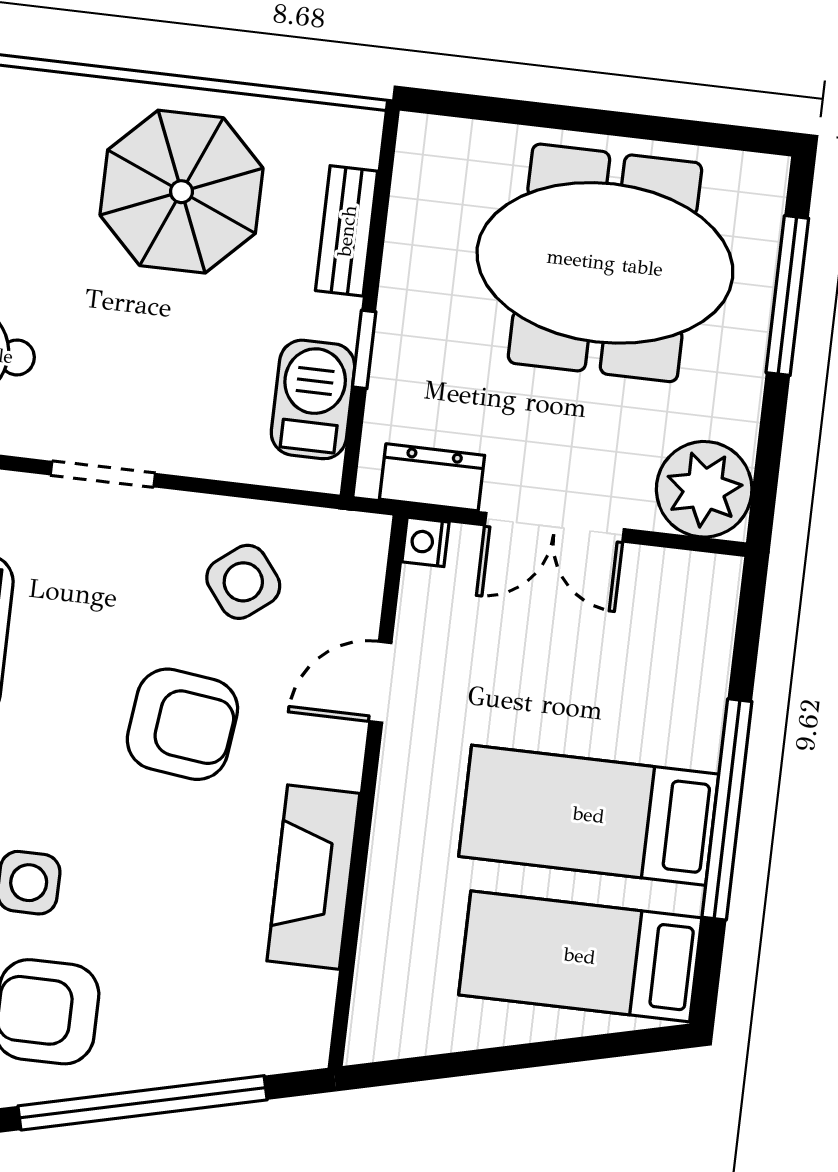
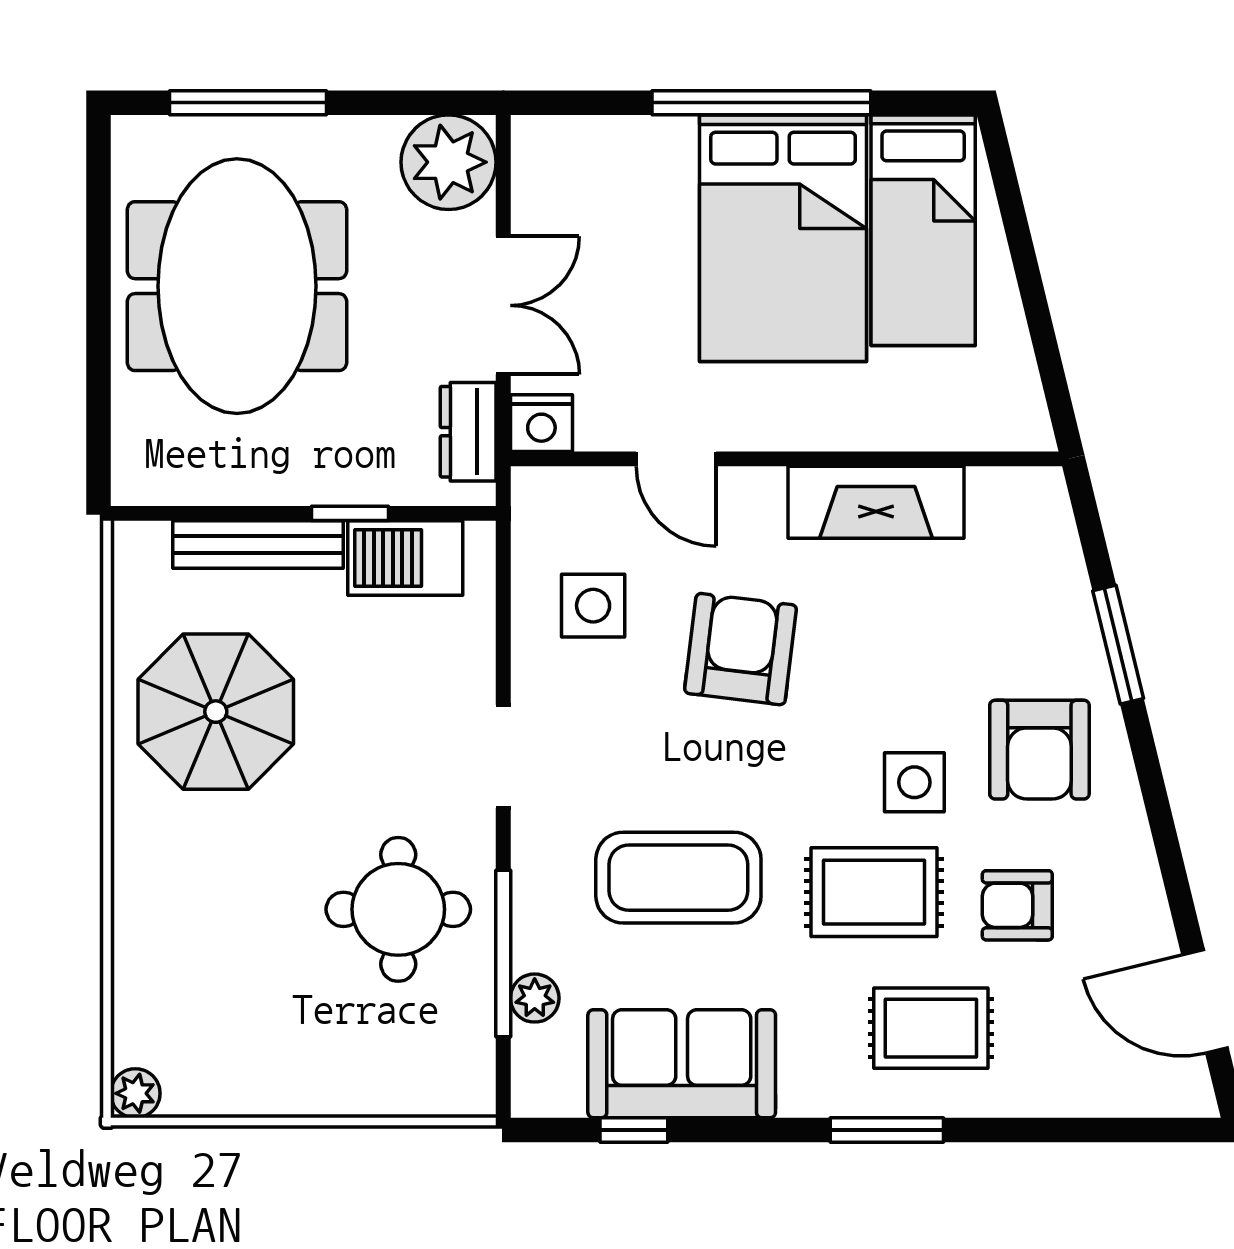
bench: (347, 231) -> (258, 544), width x1.36
nightstand: (426, 542) -> (541, 423), width x1.39, depth x1.35
side table: (243, 582) -> (593, 606), turned 38
bed: (589, 815) -> (783, 238), width x1.50
window: (143, 1103) -> (1118, 645), width x0.47

